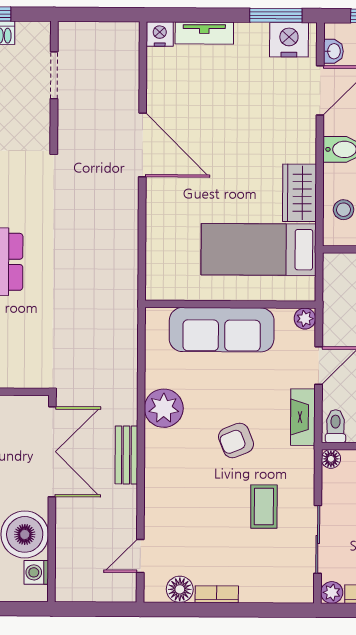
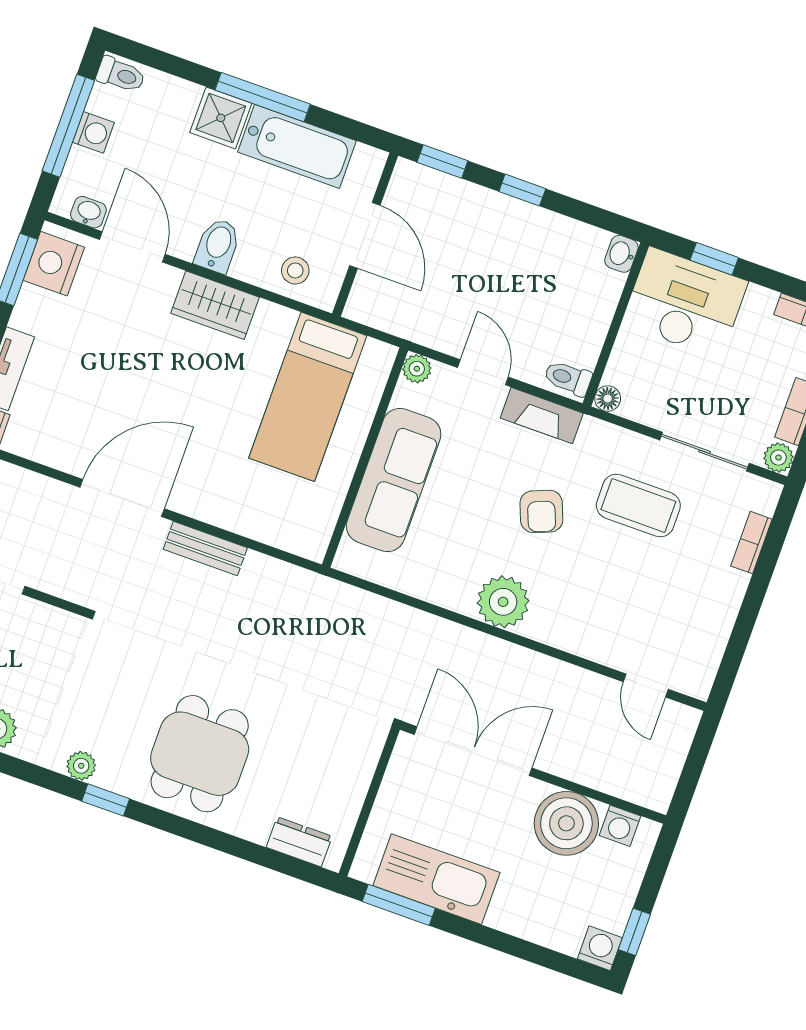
wardrobe: (299, 193) -> (215, 305), moved
plant: (164, 408) -> (503, 602), moved
bench: (126, 455) -> (205, 549), moved
coffee table: (264, 507) -> (638, 506), width x1.36, depth x1.30
floor lamp: (180, 589) -> (706, 650), removed
bookcase: (217, 594) -> (751, 543), moved

